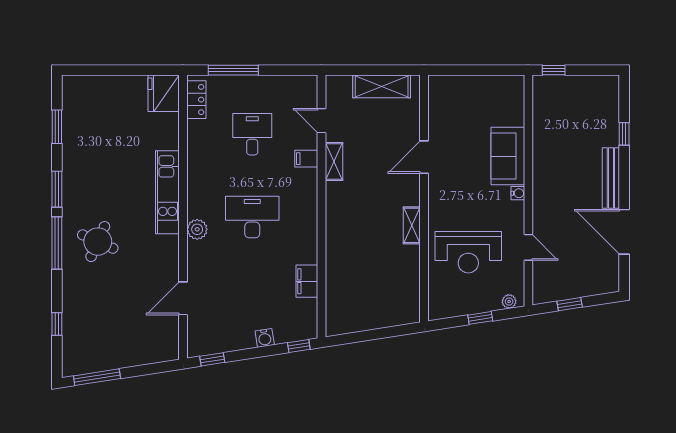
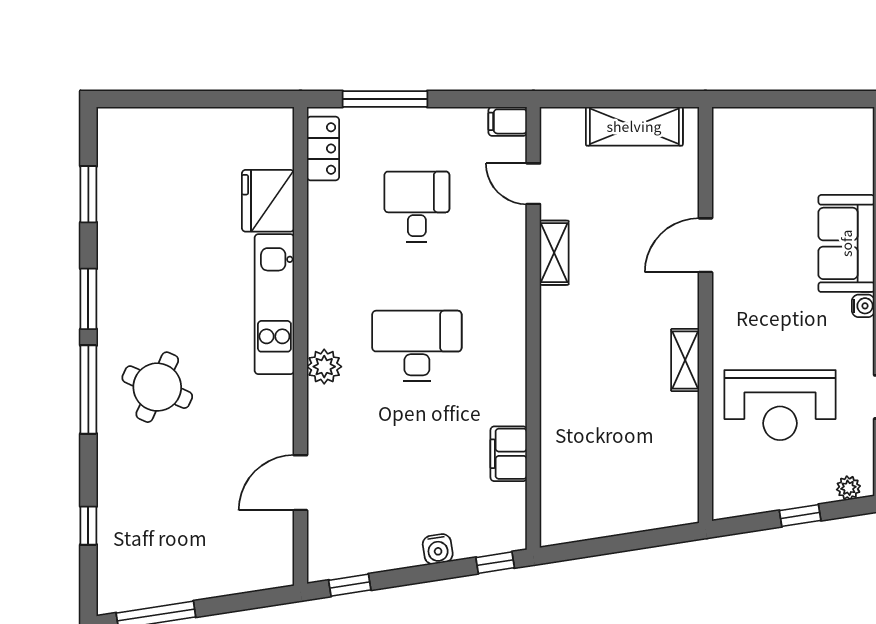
fridge: (164, 93) -> (268, 201), moved
filing cabinet: (306, 159) -> (508, 121), moved

